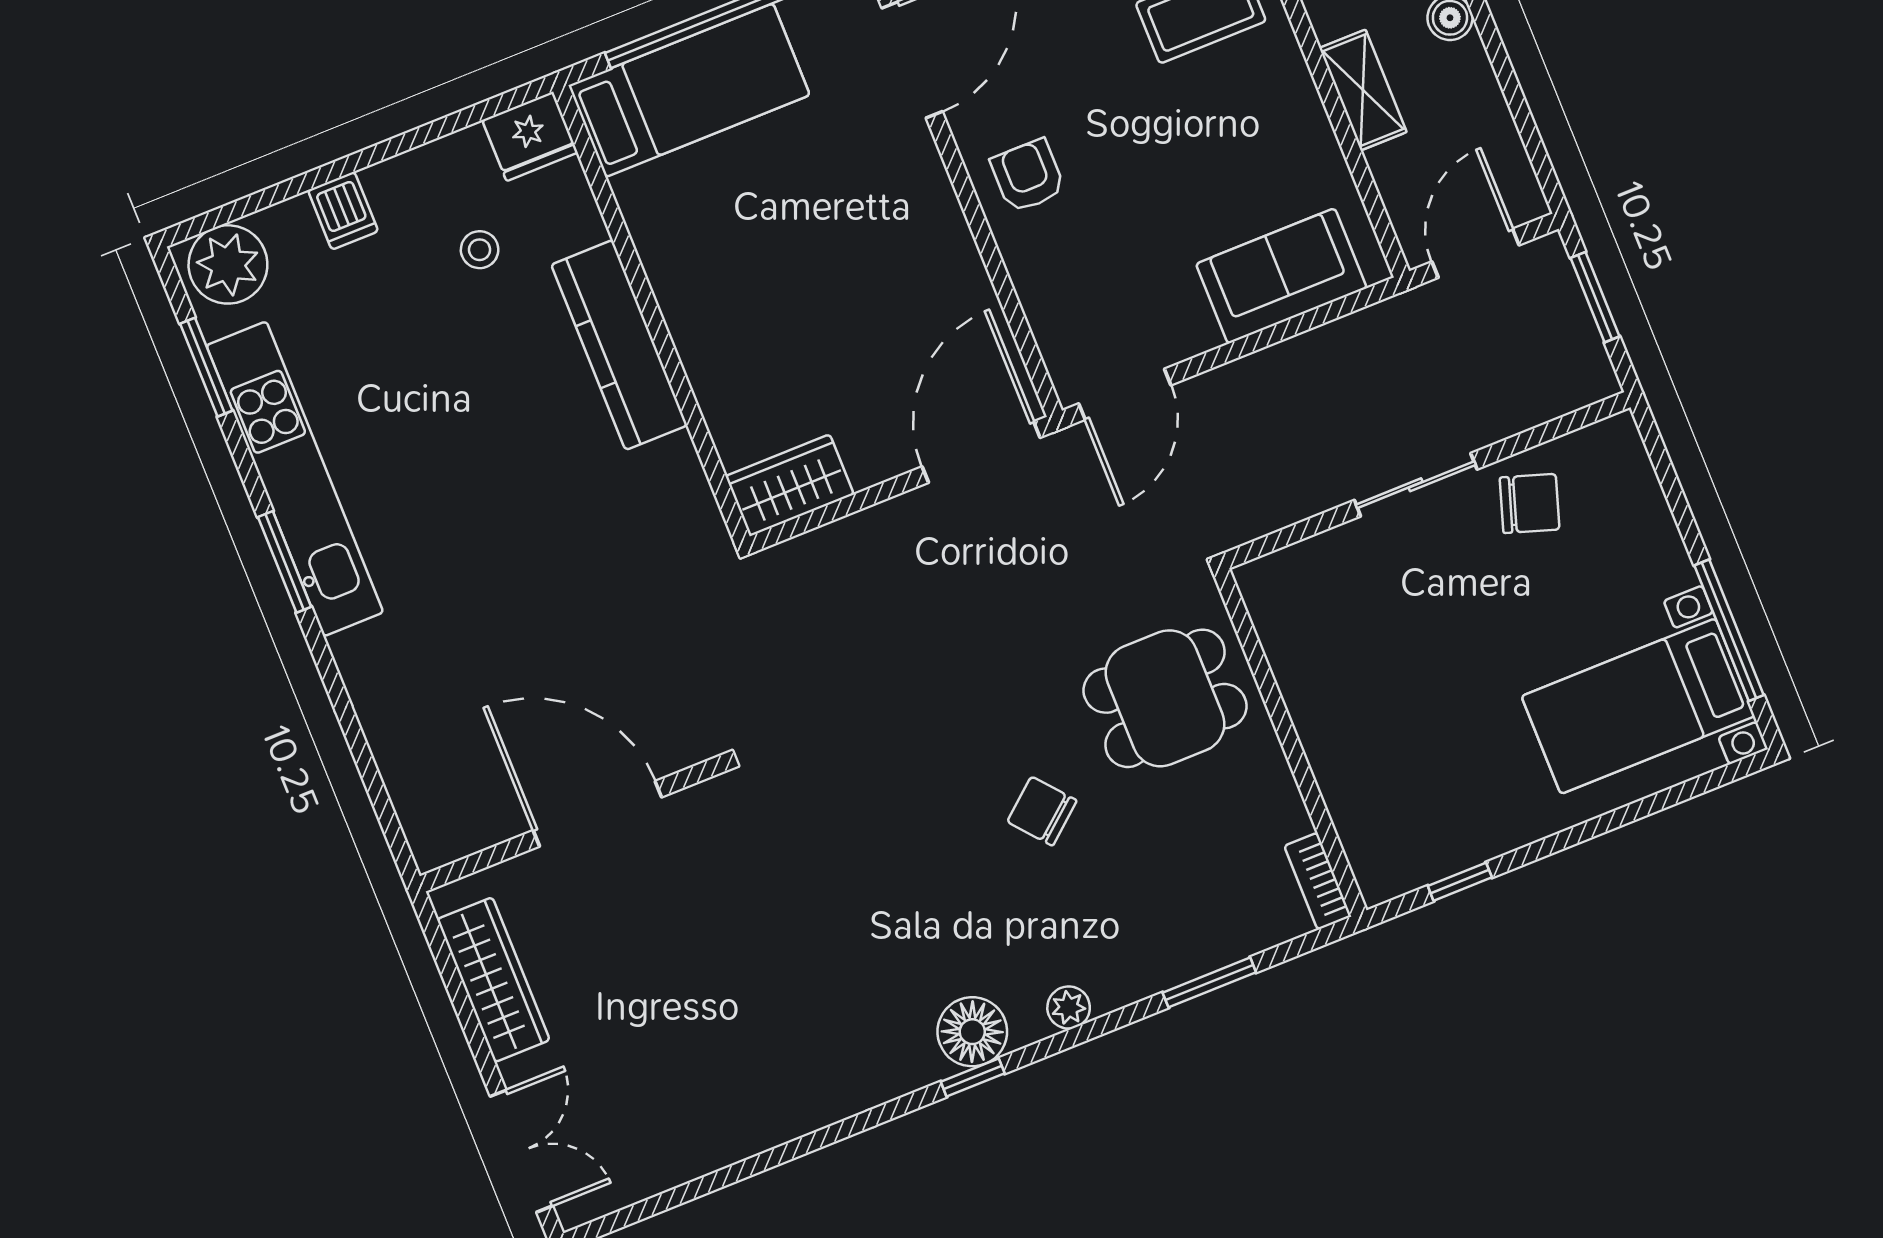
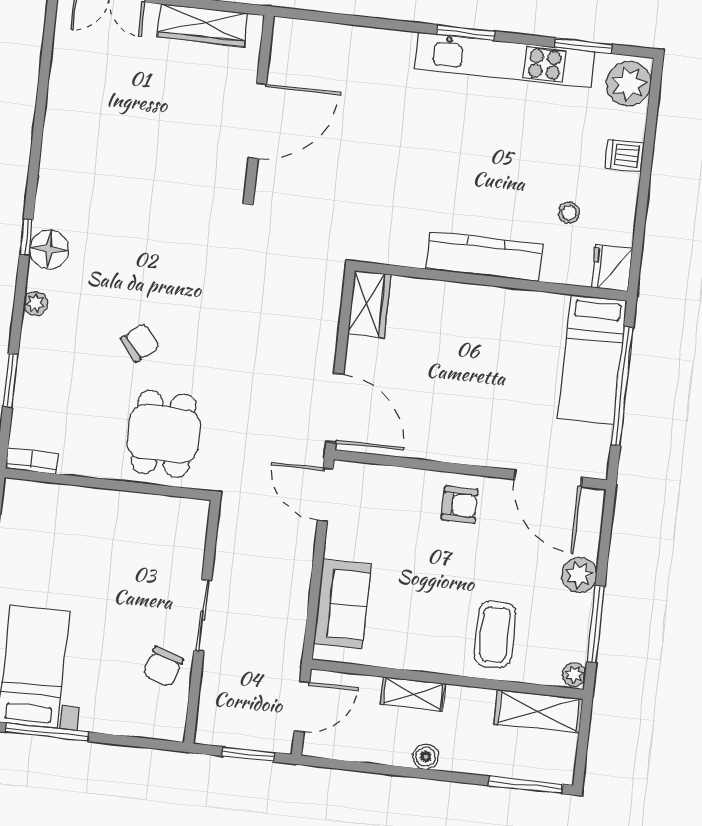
door: (1475, 253) -> (302, 707), hinge flipped

